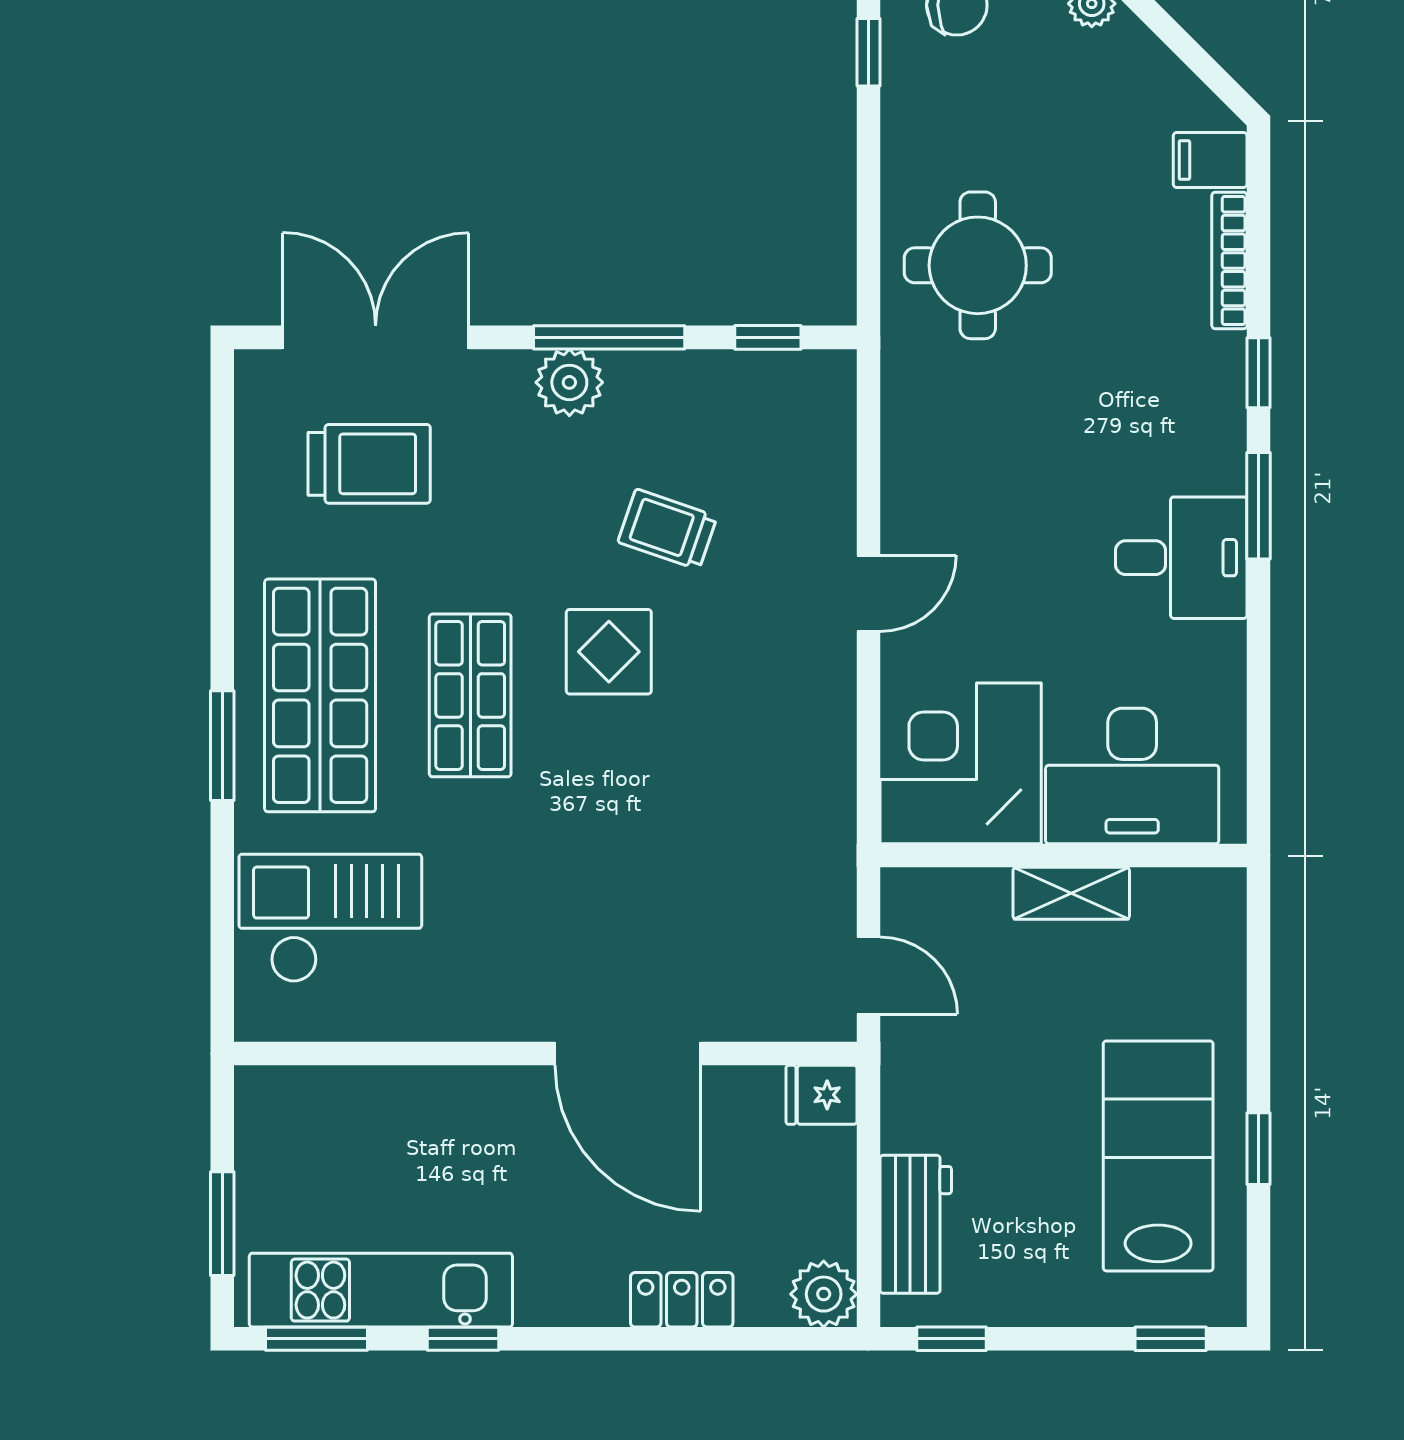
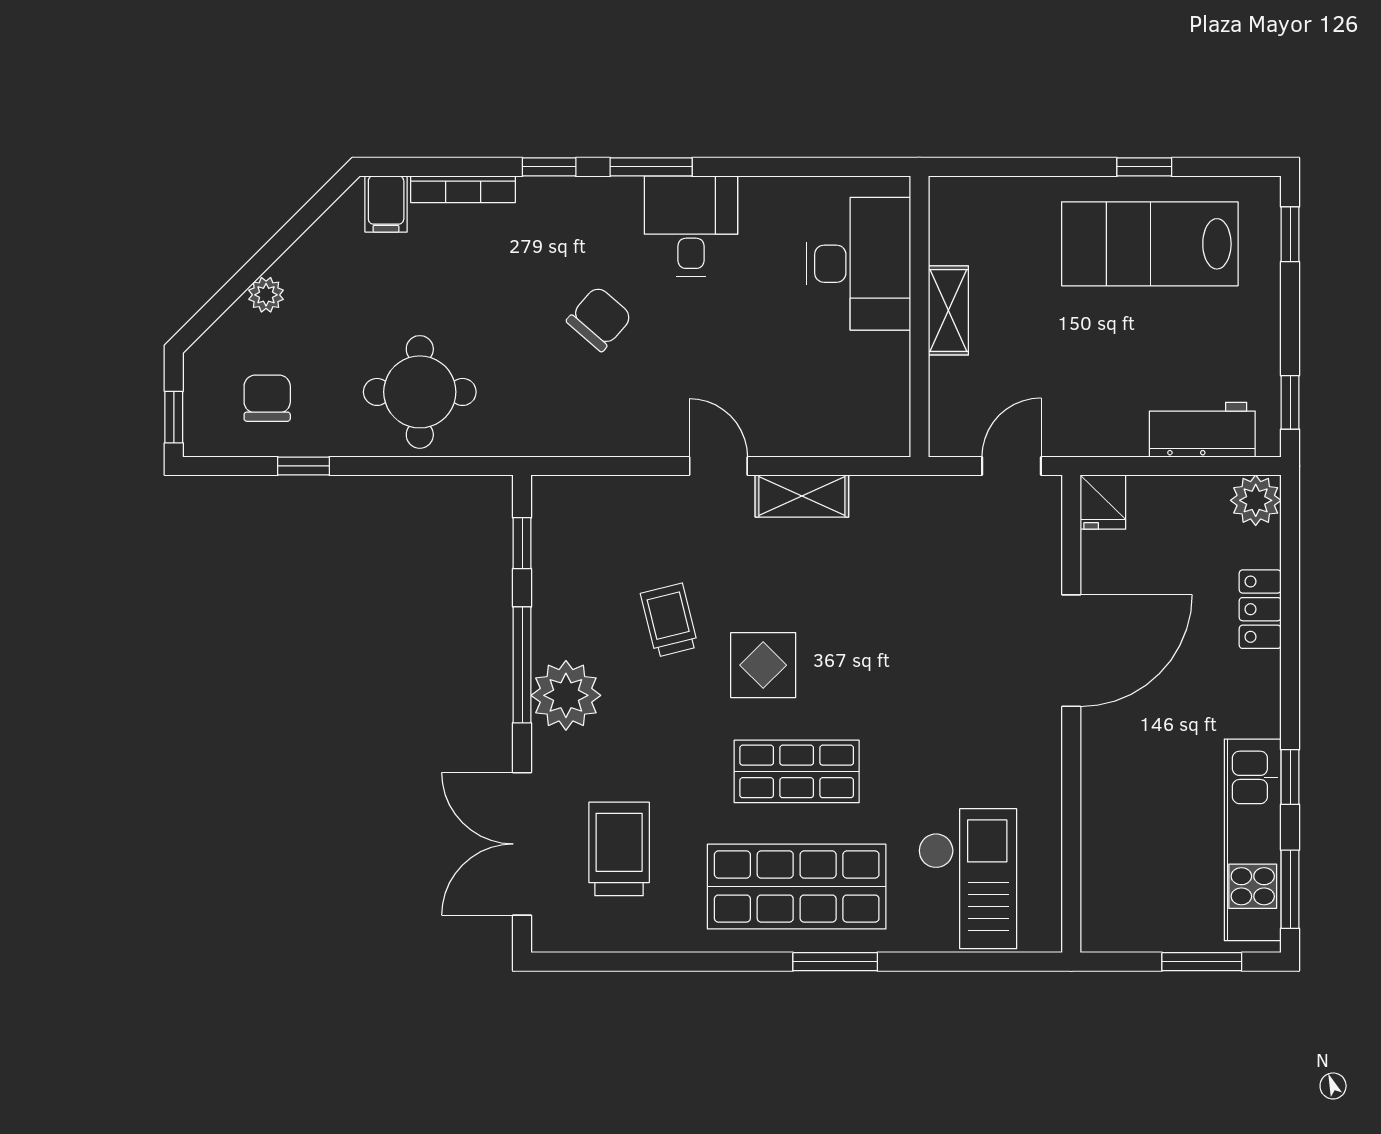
round table: (978, 265) -> (420, 392), moved
plant: (569, 382) -> (566, 695), width x1.36, depth x1.36
chair: (1060, 438) -> (599, 319), added
trolley: (667, 529) -> (669, 620), turned 147
shelving: (829, 702) -> (802, 496), added
corner desk: (961, 763) -> (849, 395), removed
checkout: (330, 918) -> (968, 879), turned 180

